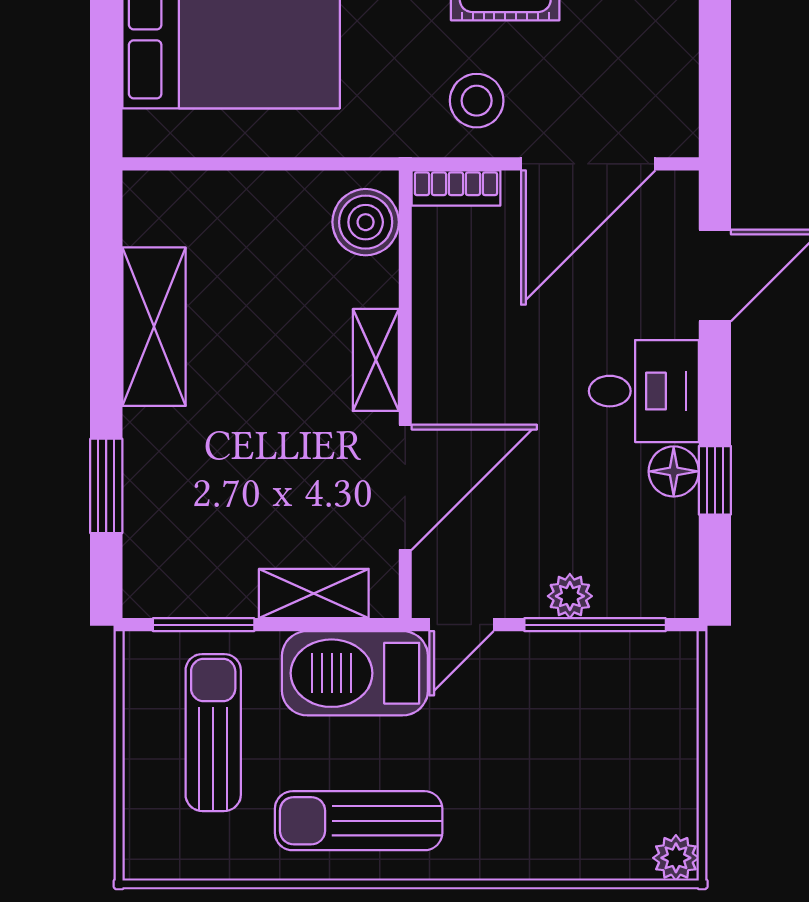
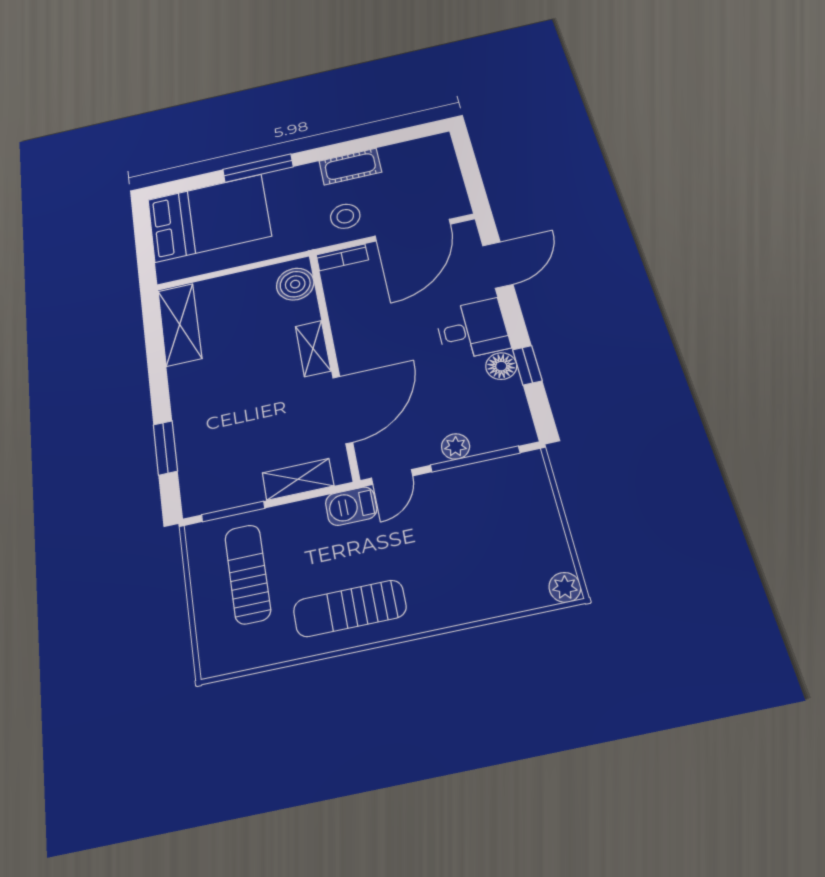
shelving: (154, 327) -> (180, 325), moved
barbecue: (355, 673) -> (351, 506), width x0.53, depth x0.65

